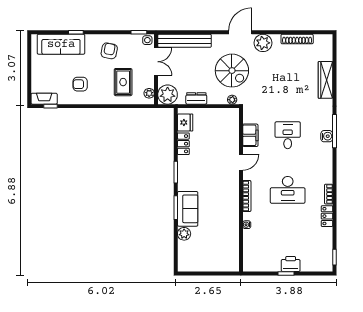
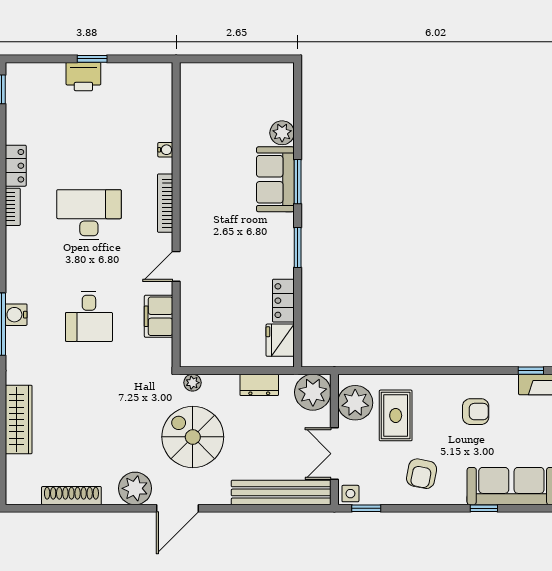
plant: (149, 93) -> (355, 403), width x1.88, depth x1.88

